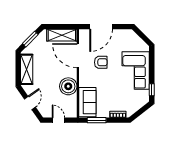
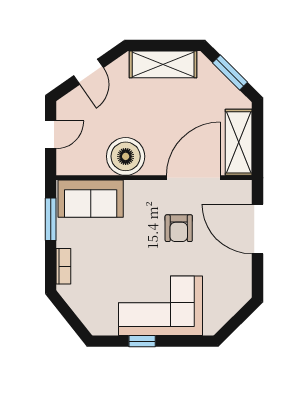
window: (152, 90) -> (142, 341), moved
door: (30, 103) -> (89, 72), hinge flipped

